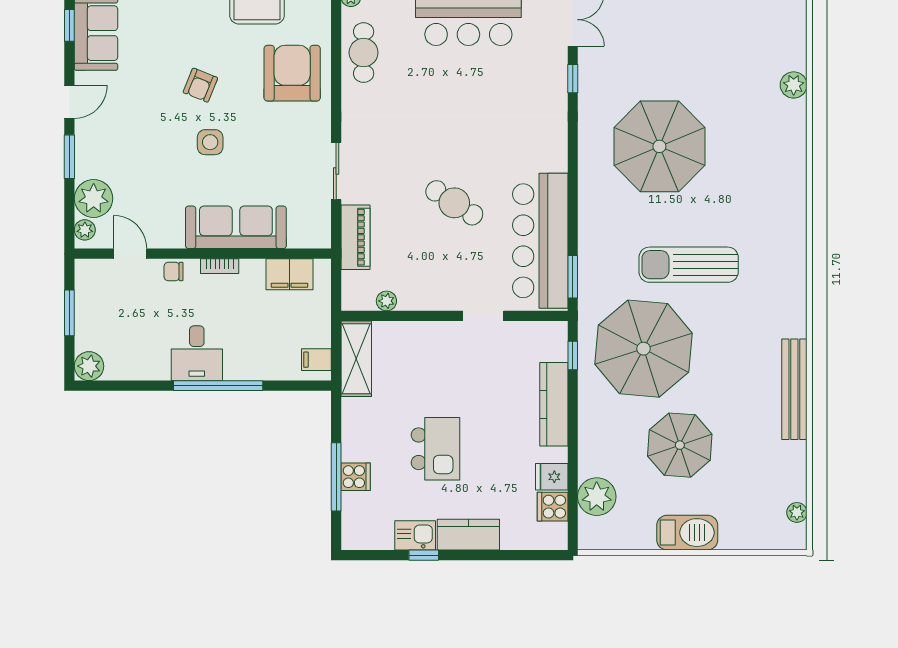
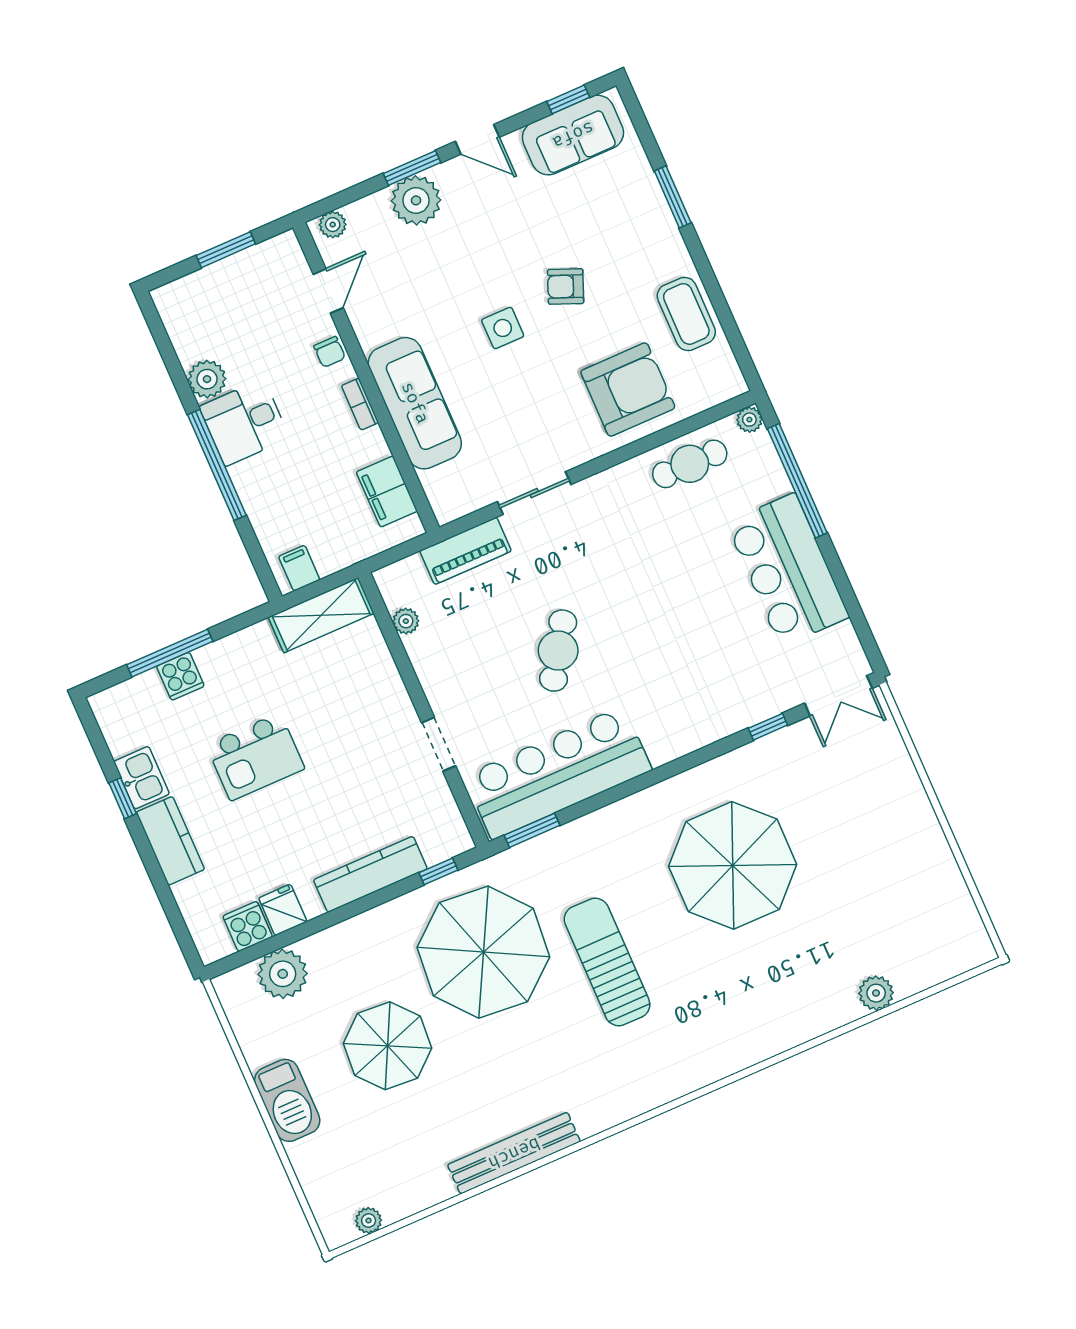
plant: (94, 198) -> (416, 200), moved
chair: (174, 271) -> (330, 352), turned 180
plant: (89, 366) -> (207, 379), moved

